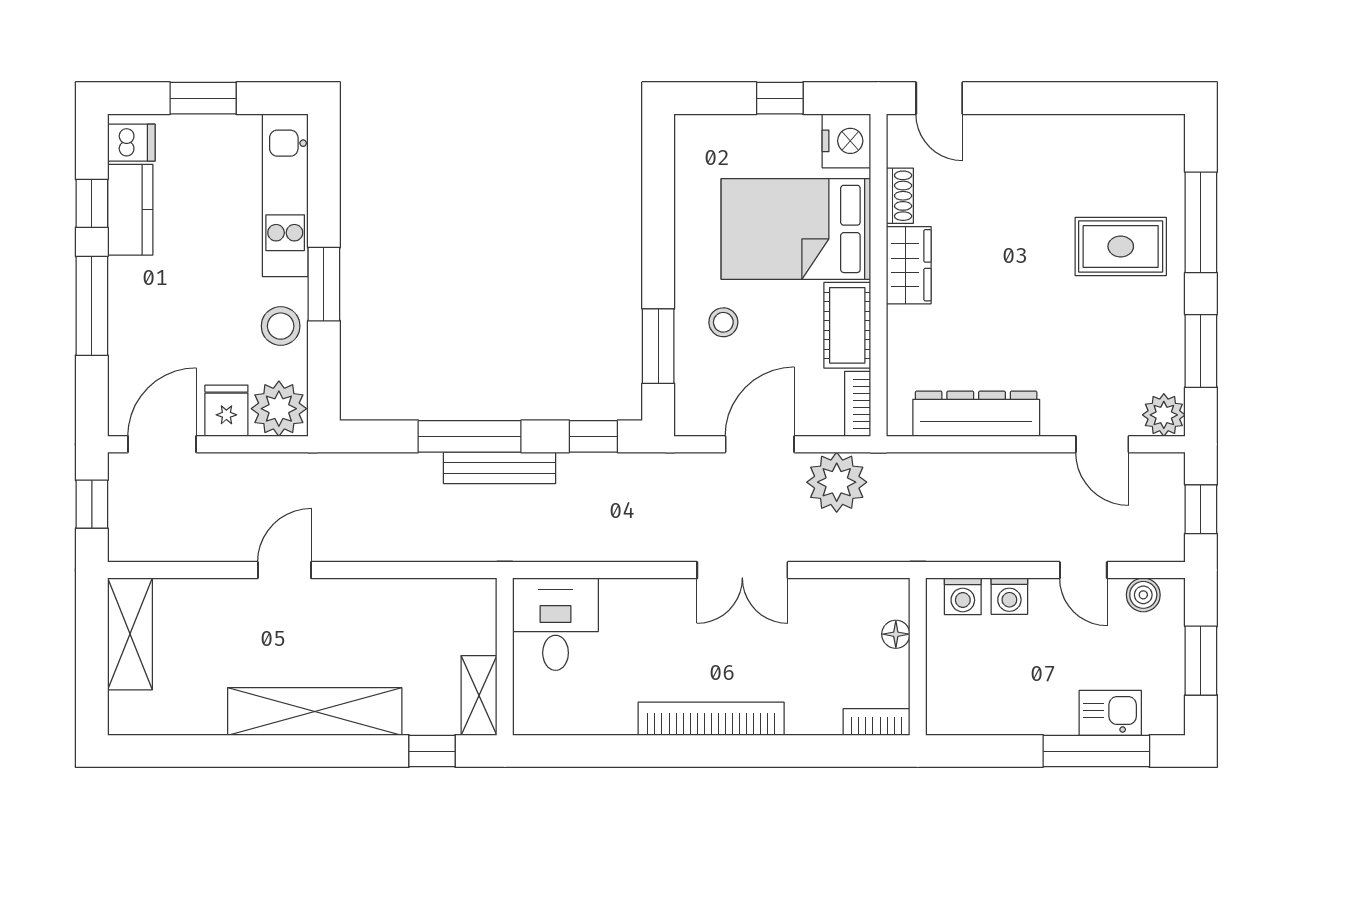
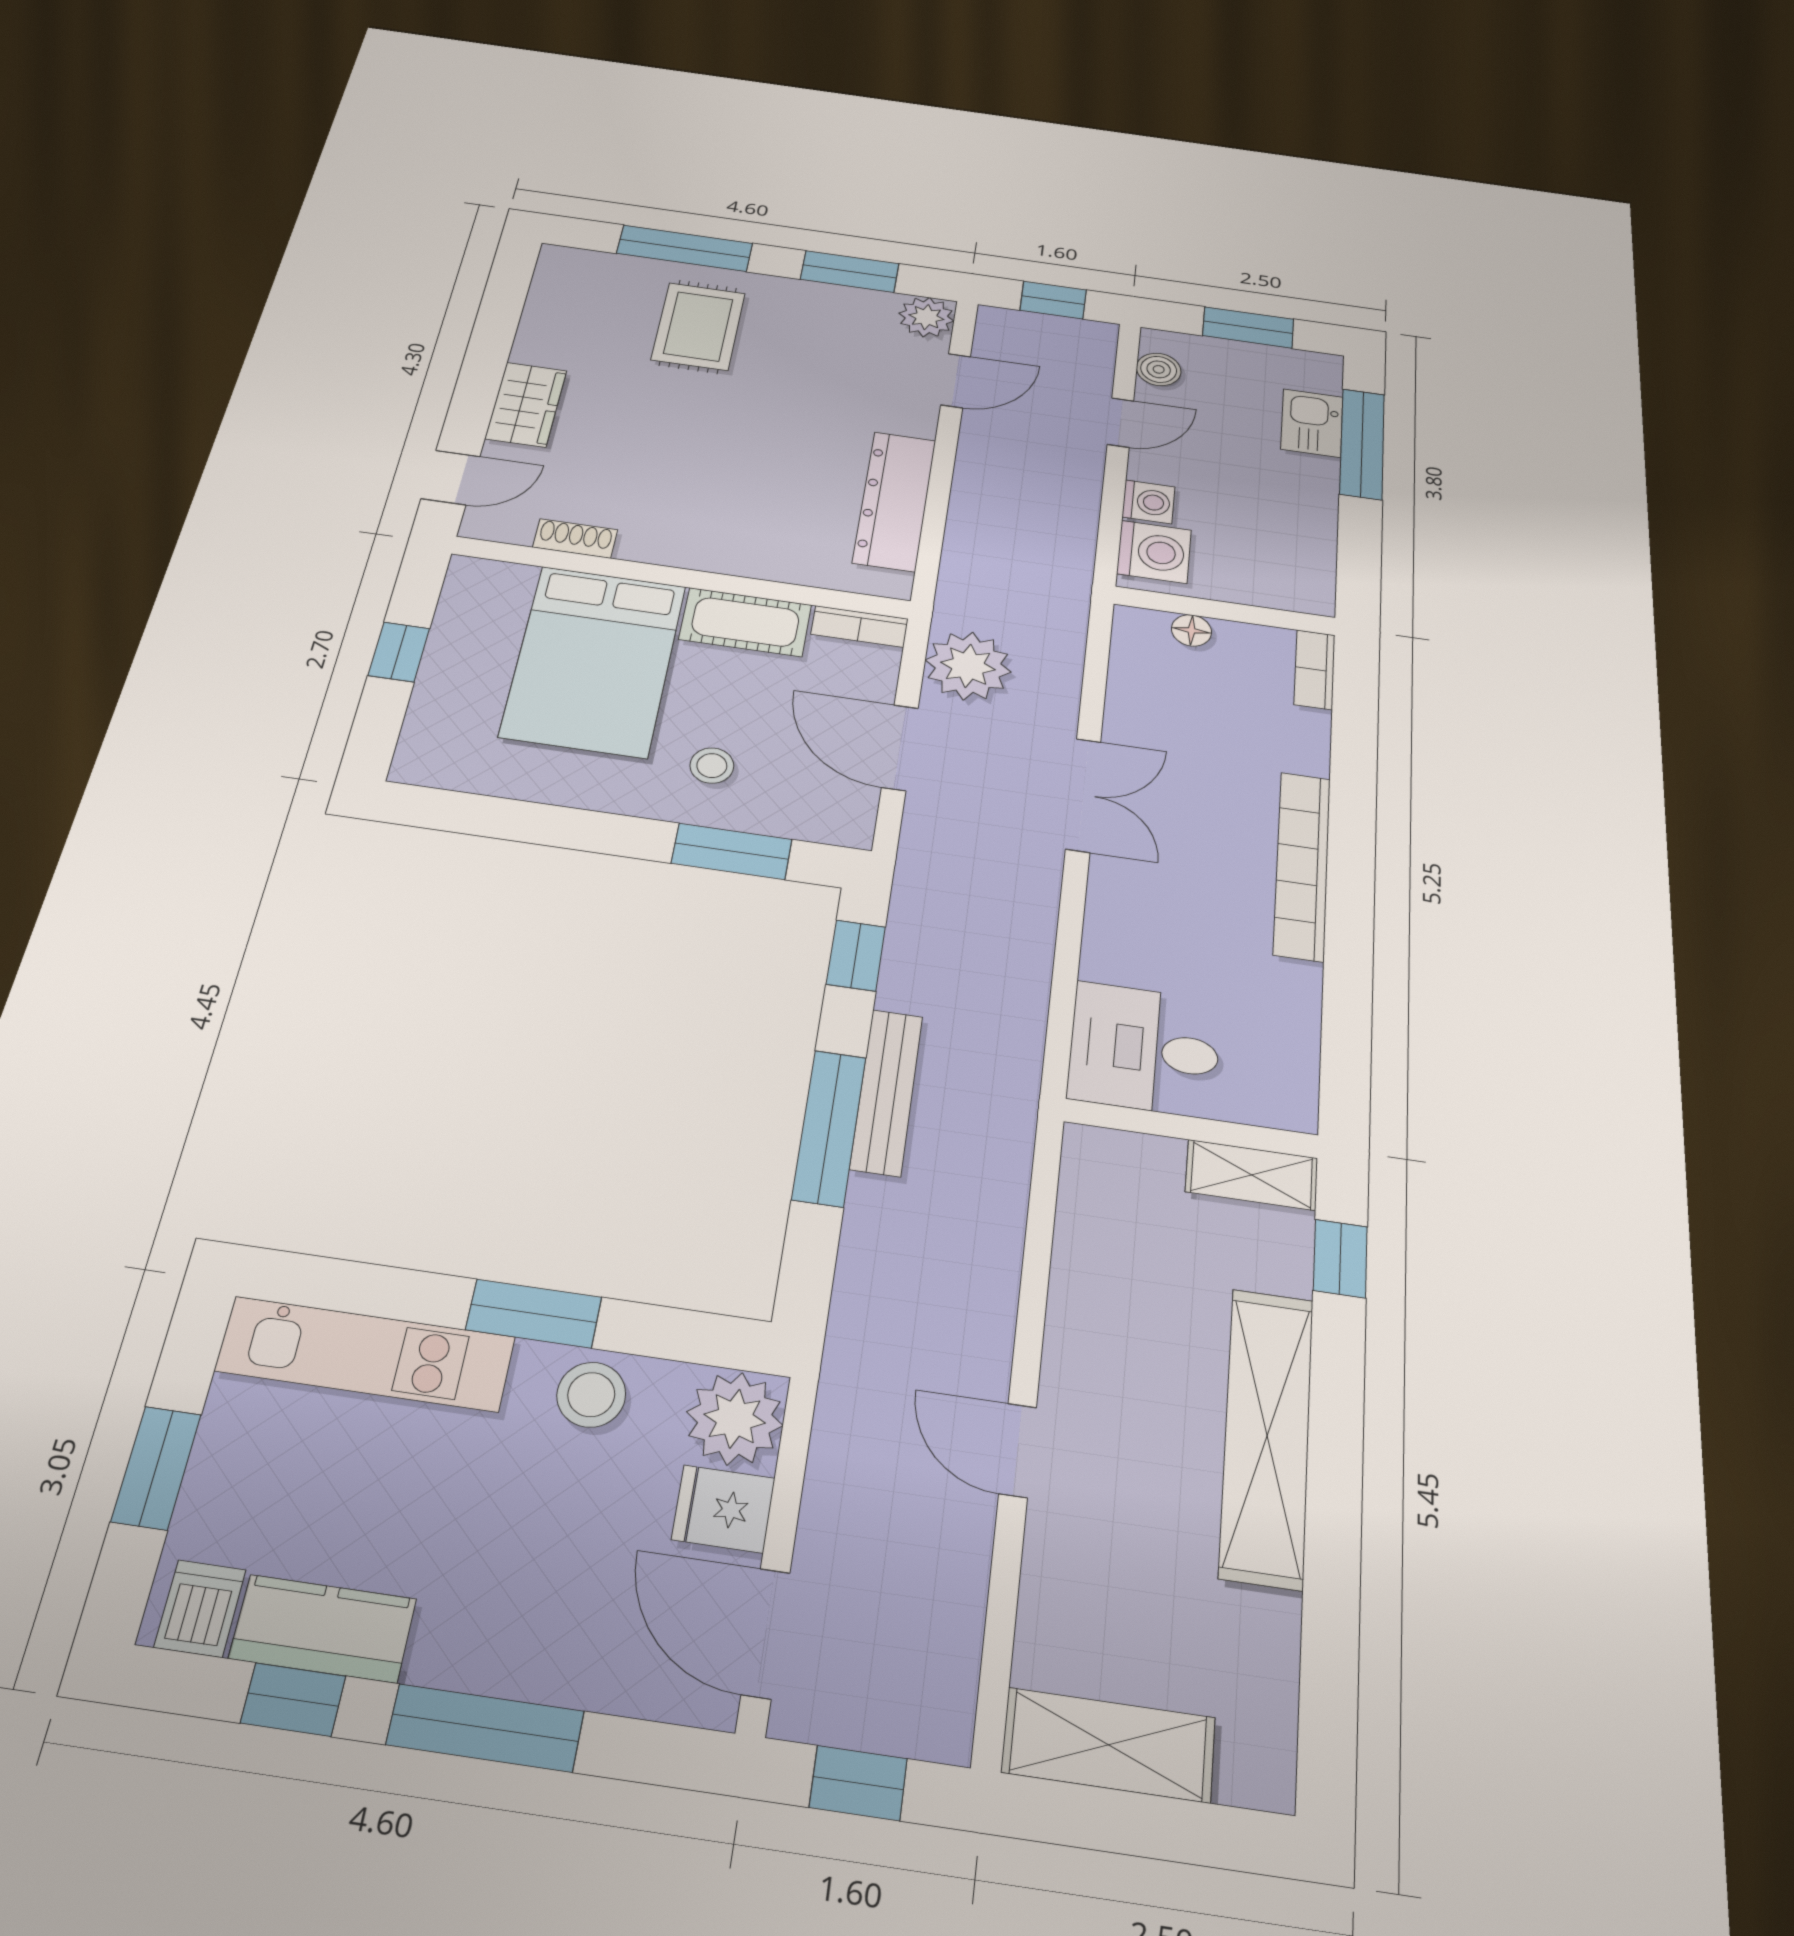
nightstand: (846, 141) -> (482, 586), removed
wardrobe: (909, 265) -> (526, 405), moved, turned 90
washing machine: (963, 596) -> (1154, 552), width x1.38, depth x1.38

